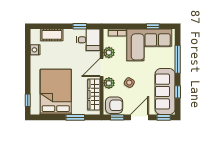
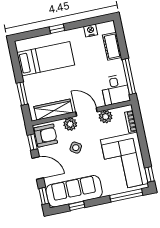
window: (80, 26) -> (129, 76), width x2.17
window: (153, 26) -> (150, 174), moved
window: (178, 59) -> (126, 195), moved
bed: (56, 92) -> (46, 59), width x0.67
window: (28, 100) -> (57, 29), moved
armchair: (114, 105) -> (46, 135), turned -90

